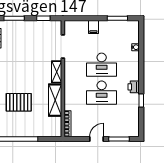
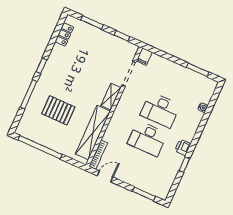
filing cabinet: (93, 27) -> (144, 57), moved
shelving: (55, 100) -> (93, 133), width x1.47
door: (96, 139) -> (105, 176), moved

